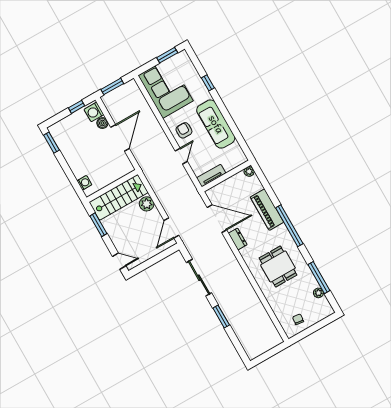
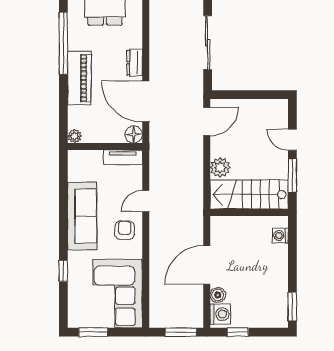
armchair: (184, 130) -> (125, 230), turned 180
floor lamp: (213, 194) -> (134, 134), added
door: (119, 261) -> (292, 140), moved

